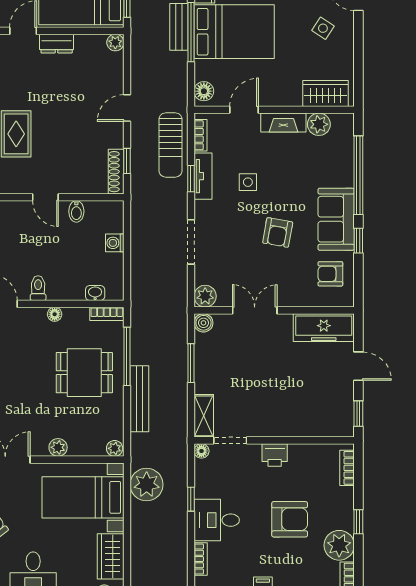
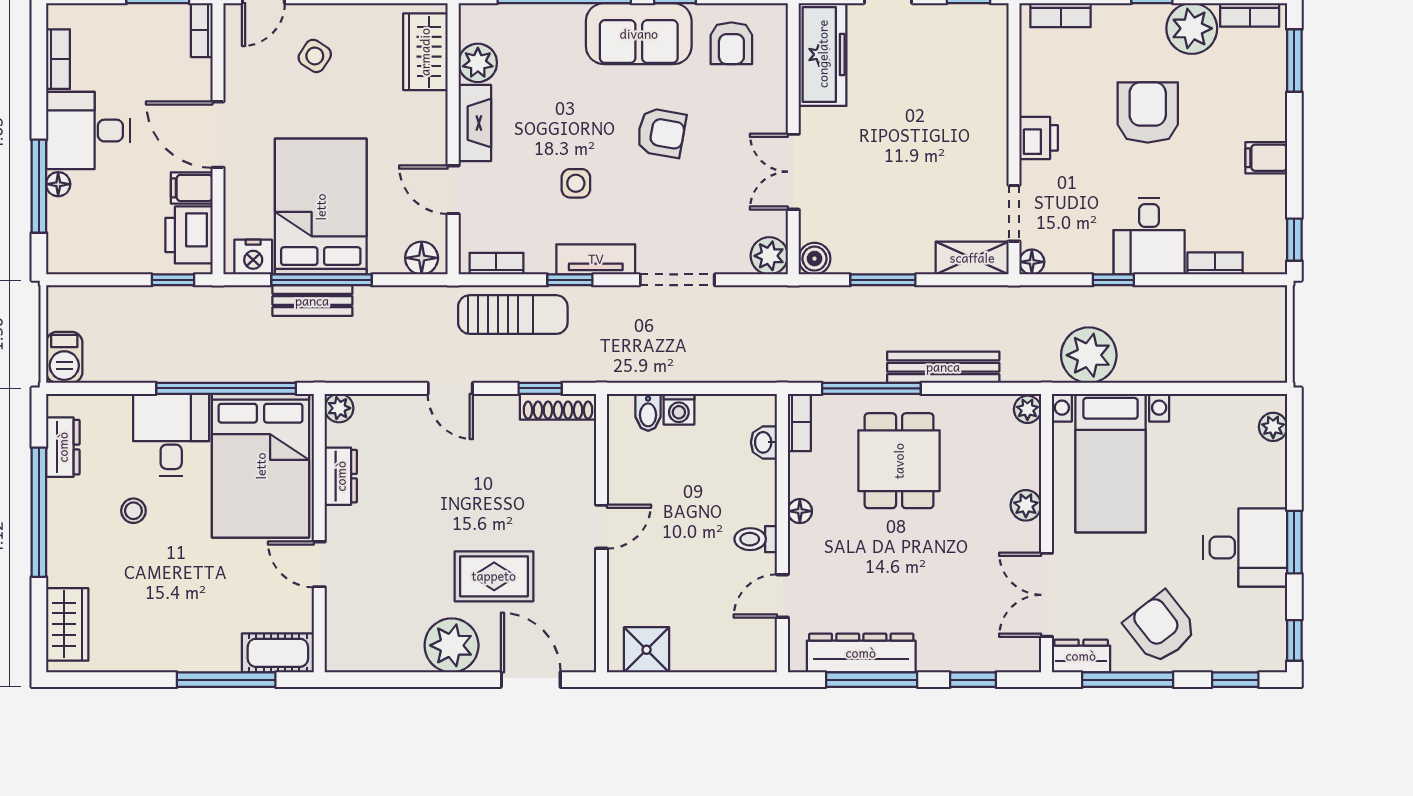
dresser: (57, 44) -> (341, 476), moved
tv unit: (203, 176) -> (596, 259), moved
bidet: (76, 211) -> (648, 412), moved, turned 90
wardrobe: (111, 556) -> (1211, 416), removed

